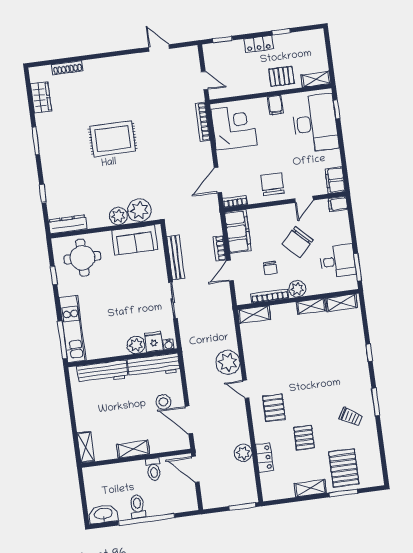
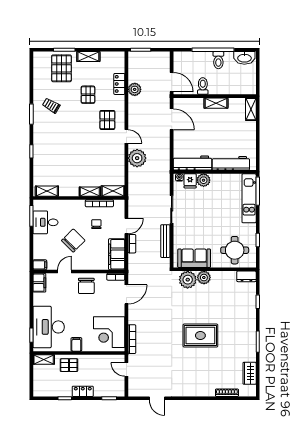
dresser: (68, 224) -> (246, 276), width x0.70
plant: (297, 289) -> (78, 206), removed
shelving: (311, 306) -> (90, 192), moved
stool: (163, 402) -> (189, 135), removed

